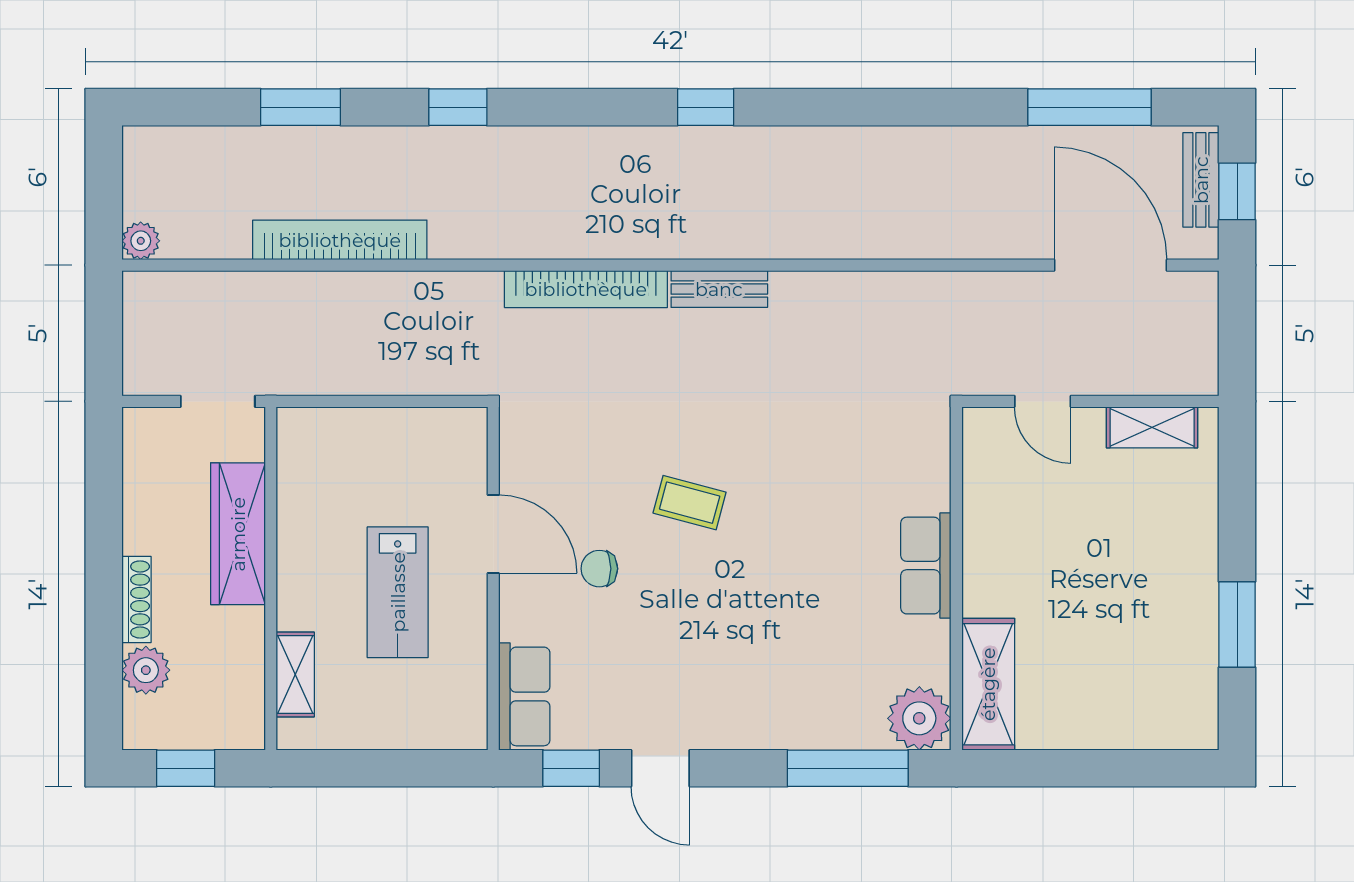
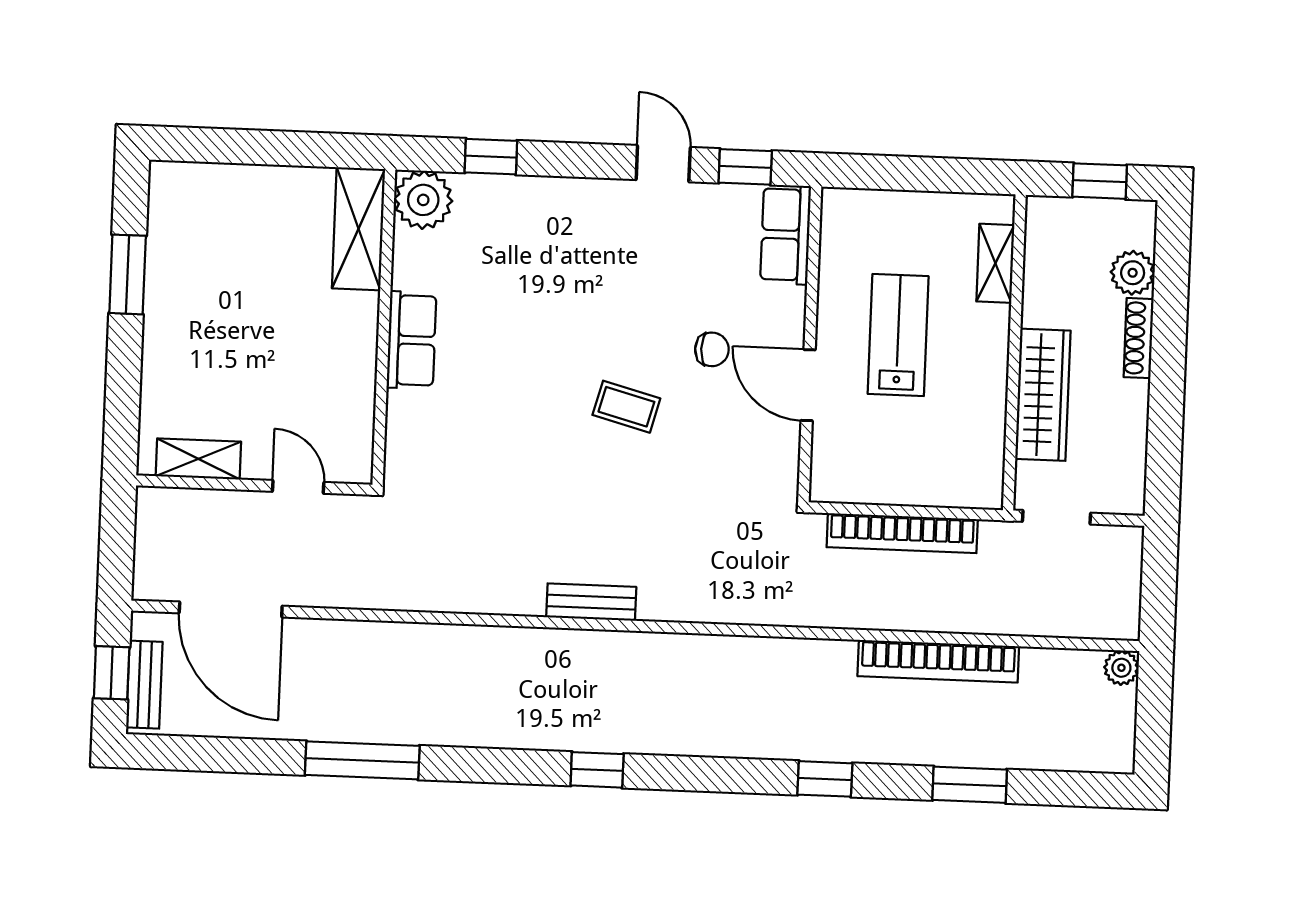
window: (1090, 107) -> (362, 760), moved
bookcase: (586, 289) -> (902, 533), moved, turned 180
window: (848, 768) -> (491, 157), width x0.46

